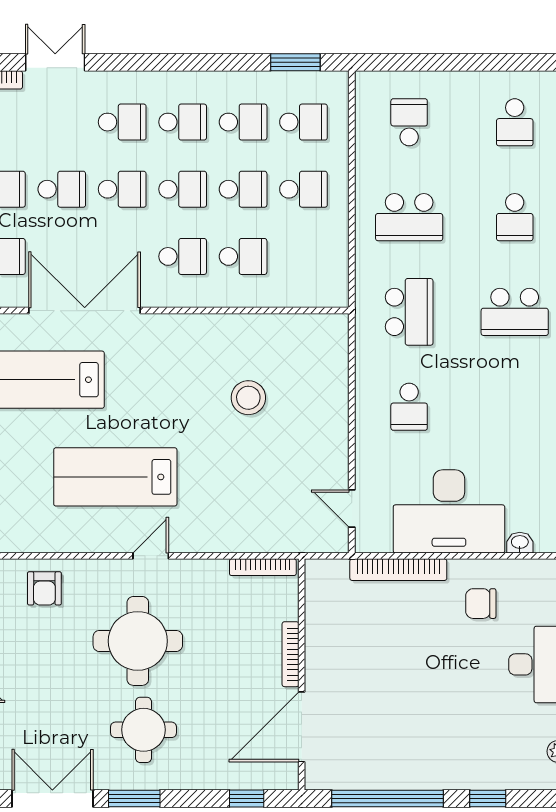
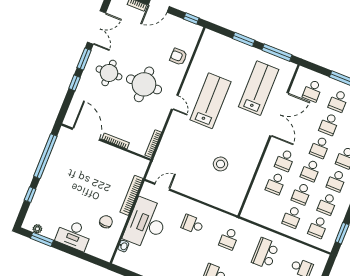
school desk: (409, 312) -> (229, 239), width x0.54
window: (247, 798) -> (75, 83), moved

